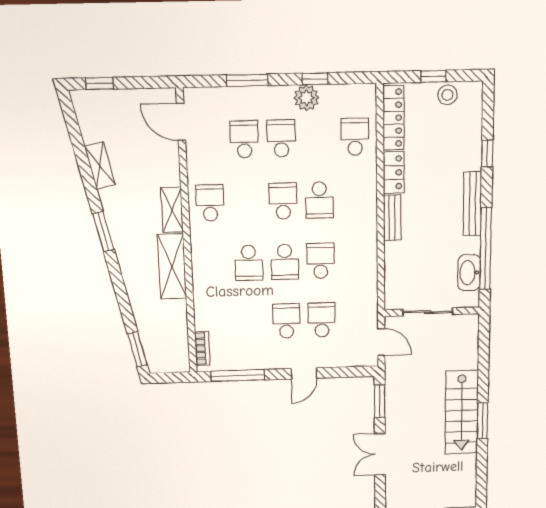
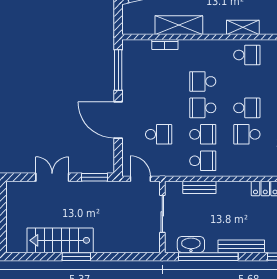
bench: (392, 218) -> (199, 187), moved
shelving: (172, 267) -> (179, 25), moved
school desk: (286, 321) -> (203, 161), moved
door: (381, 342) -> (140, 179), swing flipped
bookcase: (202, 349) -> (165, 44), moved
door: (304, 373) -> (118, 120), width x1.88
stairs: (462, 412) -> (60, 240), moved

